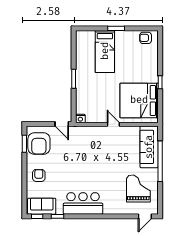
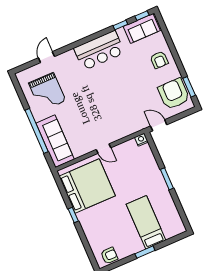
door: (145, 216) -> (46, 57), moved

